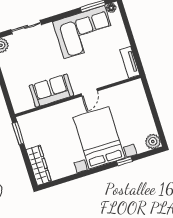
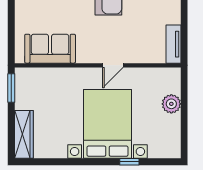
sofa: (51, 91) -> (50, 49), moved
plant: (153, 142) -> (171, 104), moved

